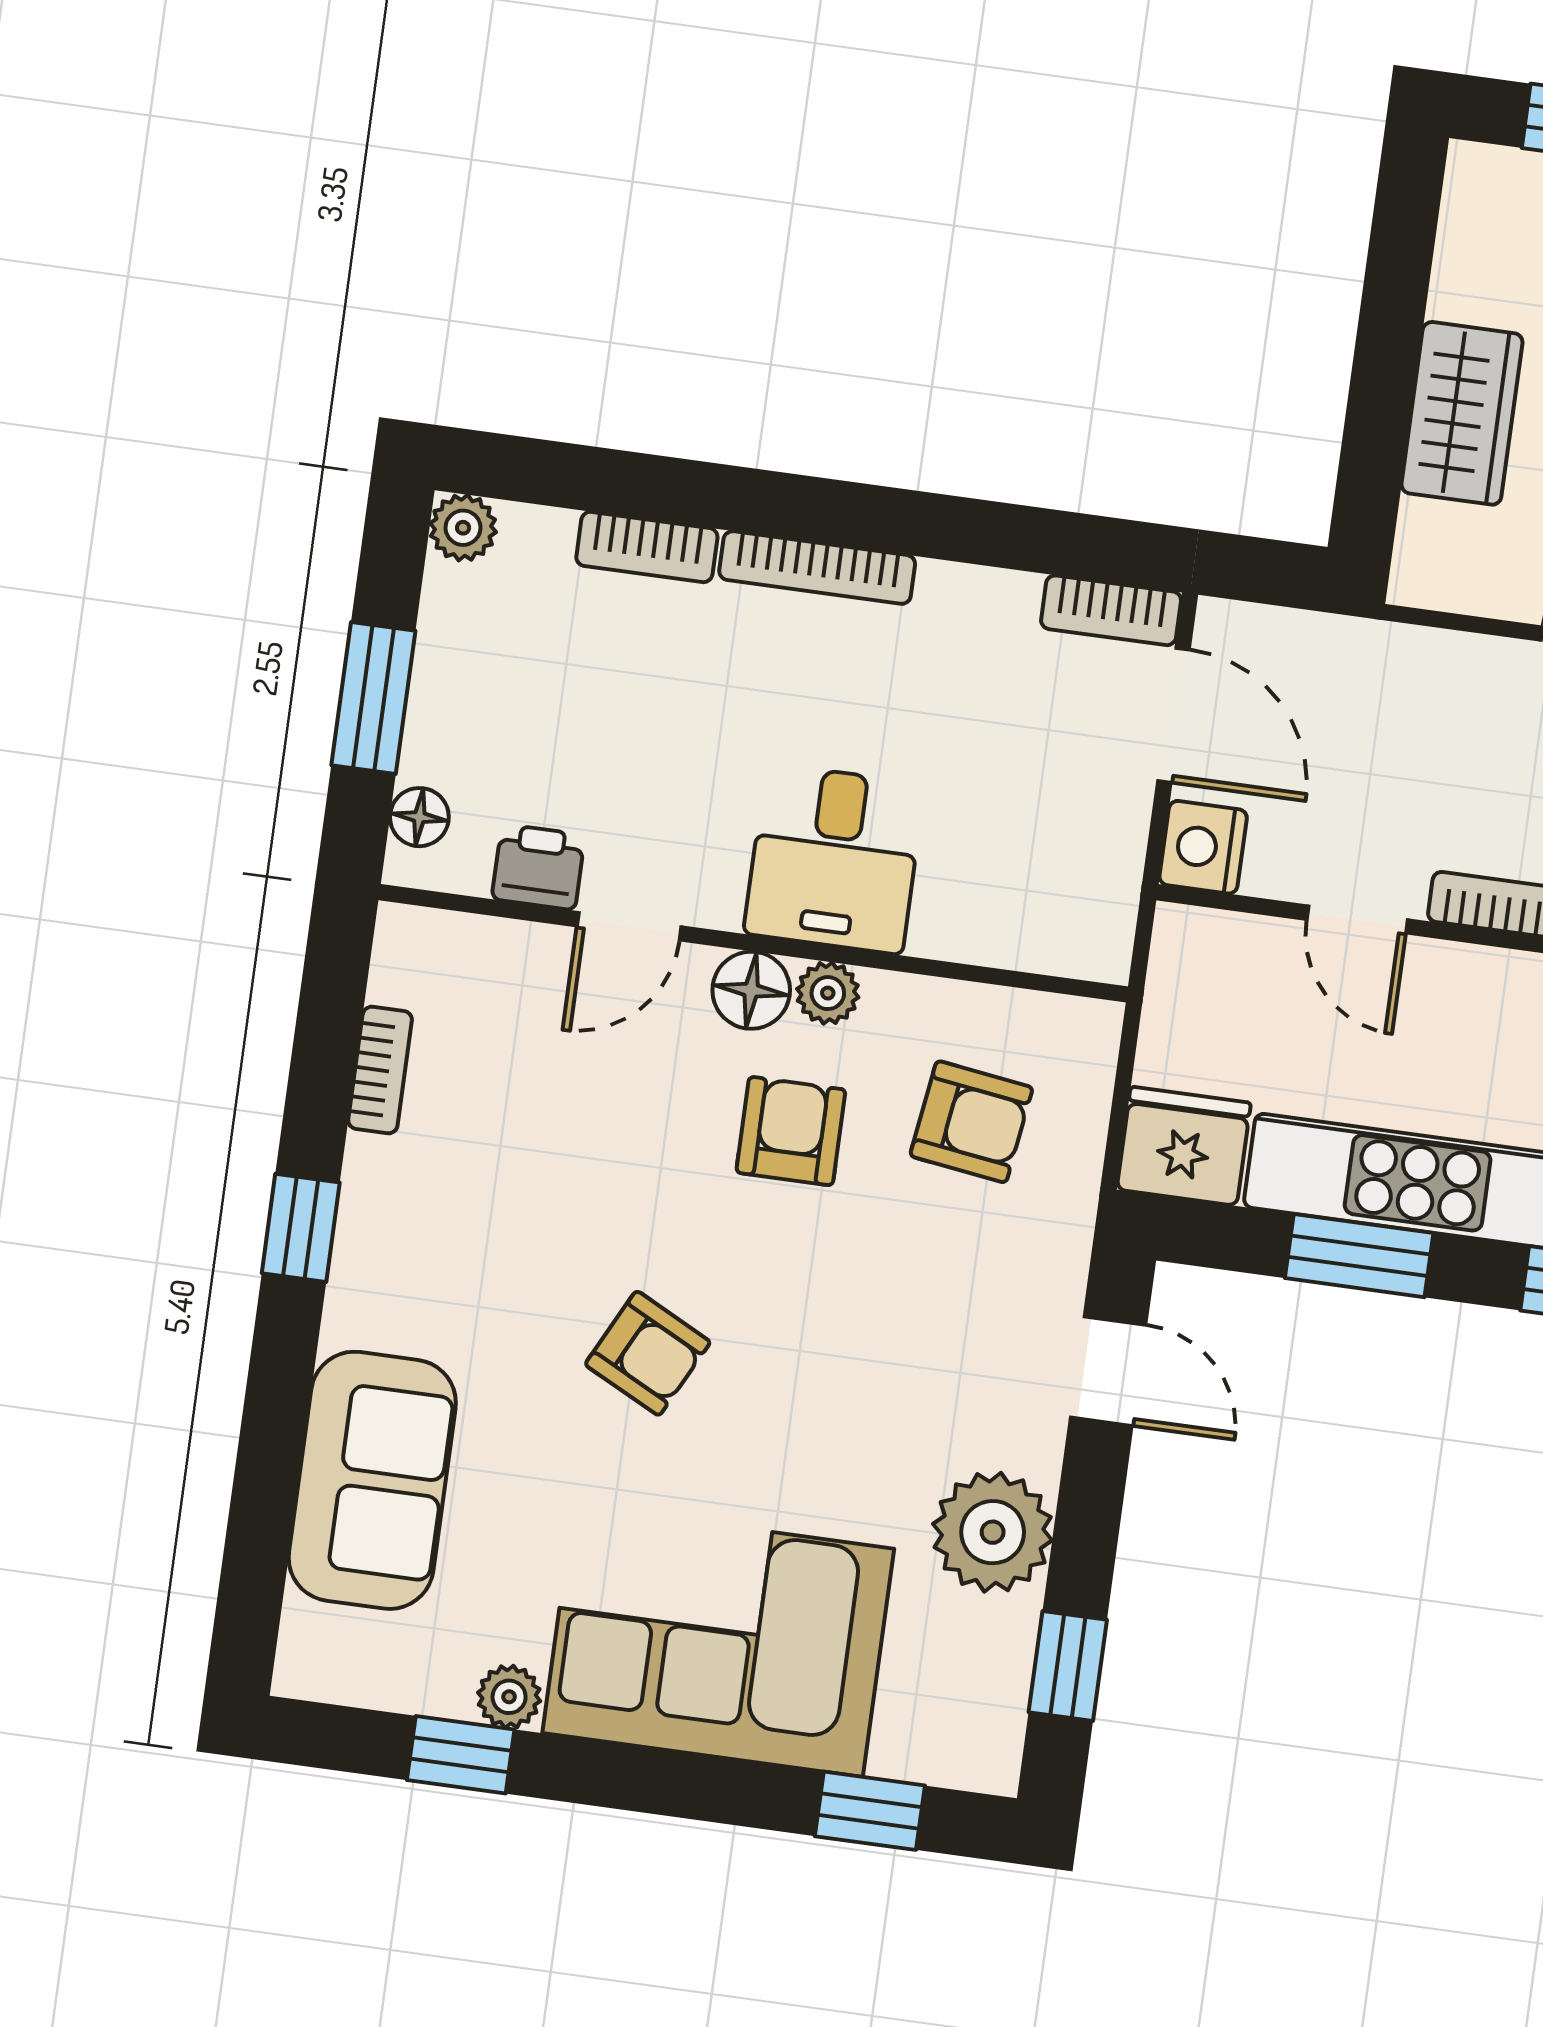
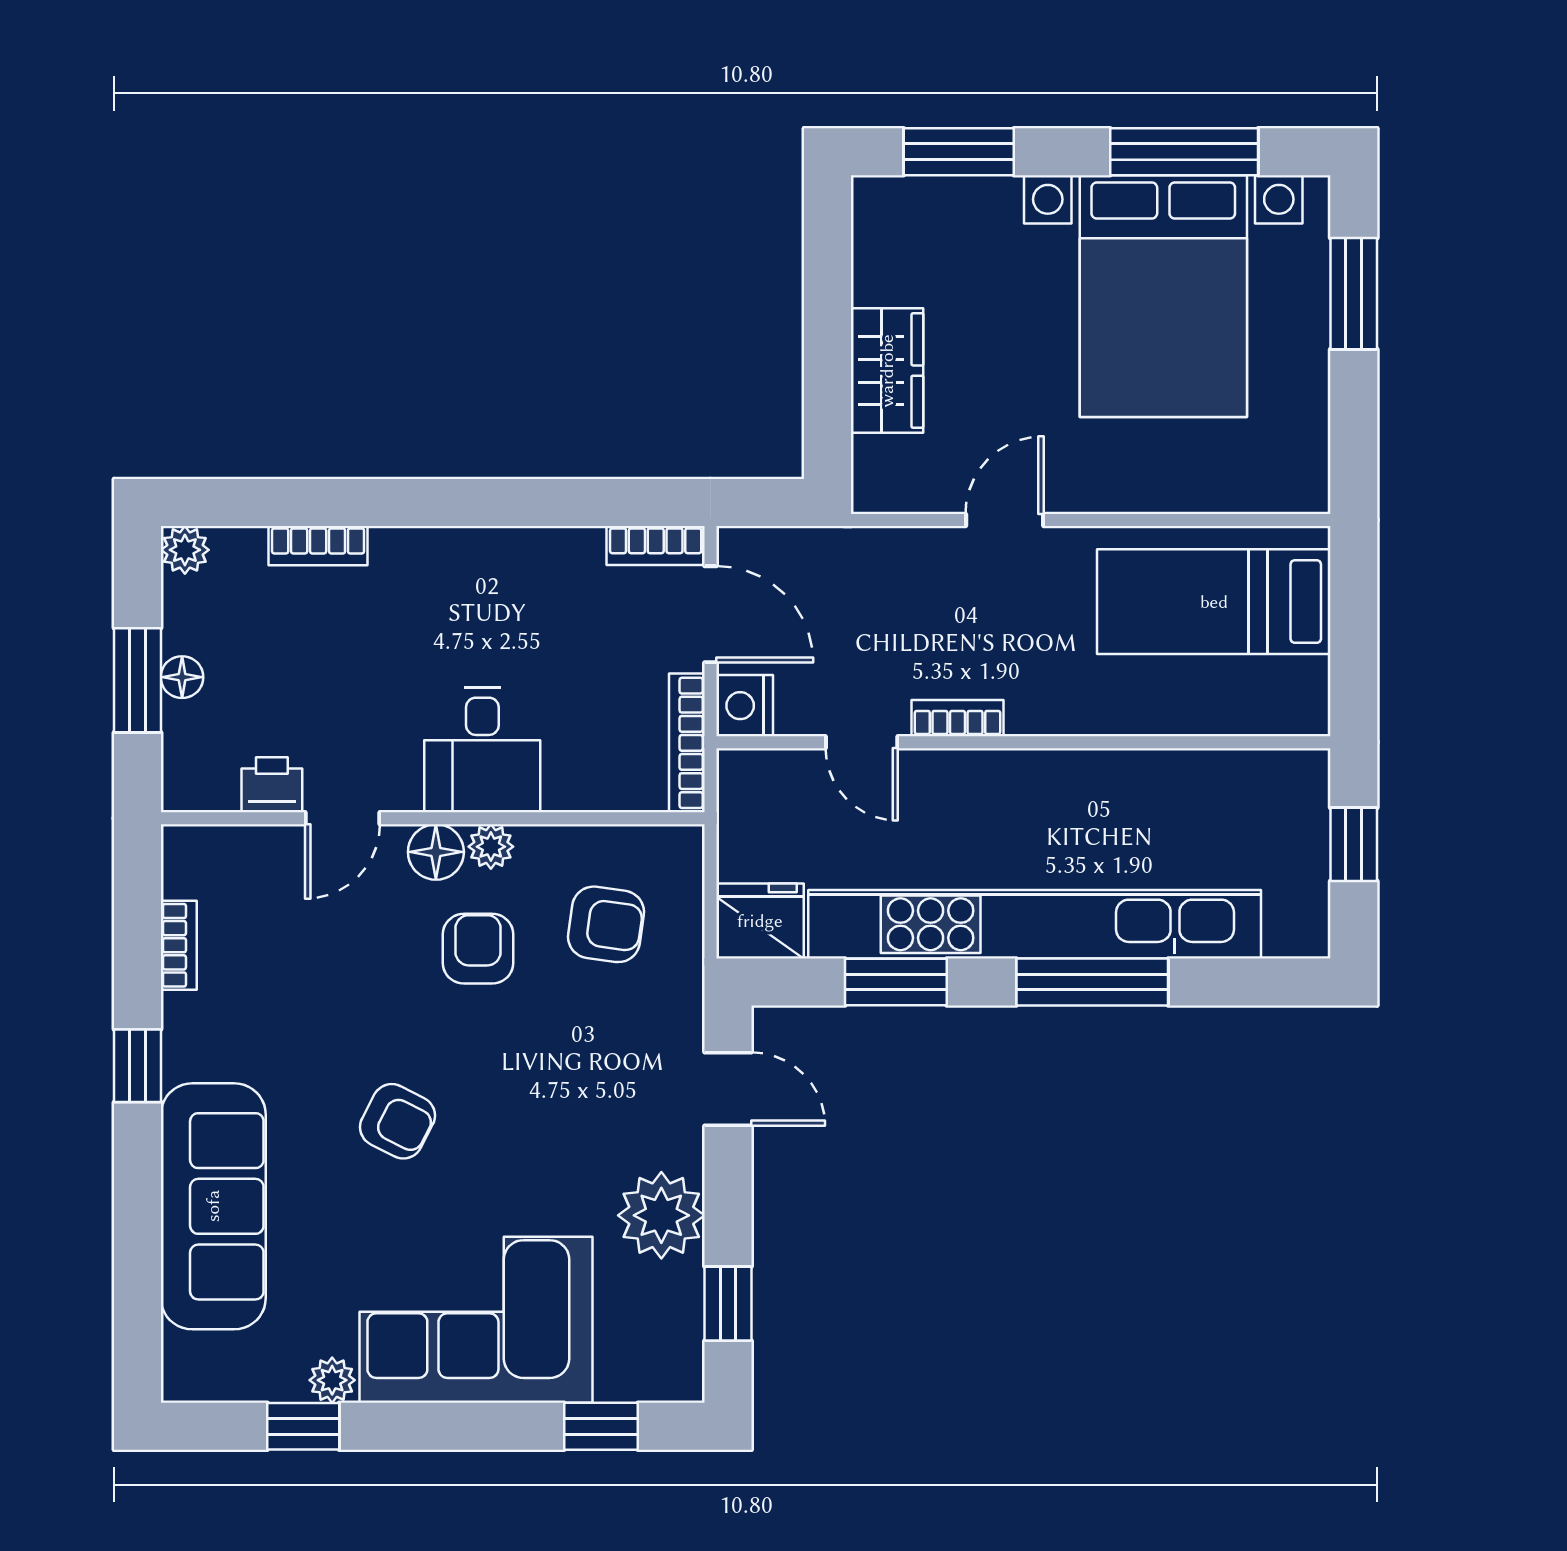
bookcase: (817, 568) -> (687, 743), moved, turned 90
floor lamp: (419, 817) -> (182, 677), moved
sofa: (372, 1480) -> (213, 1206), width x1.36

